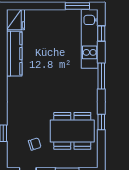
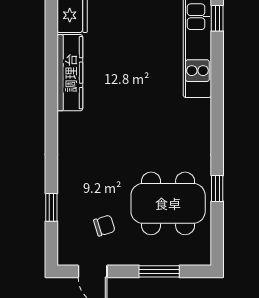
window: (101, 33) -> (217, 18), moved
window: (101, 76) -> (217, 110), removed

